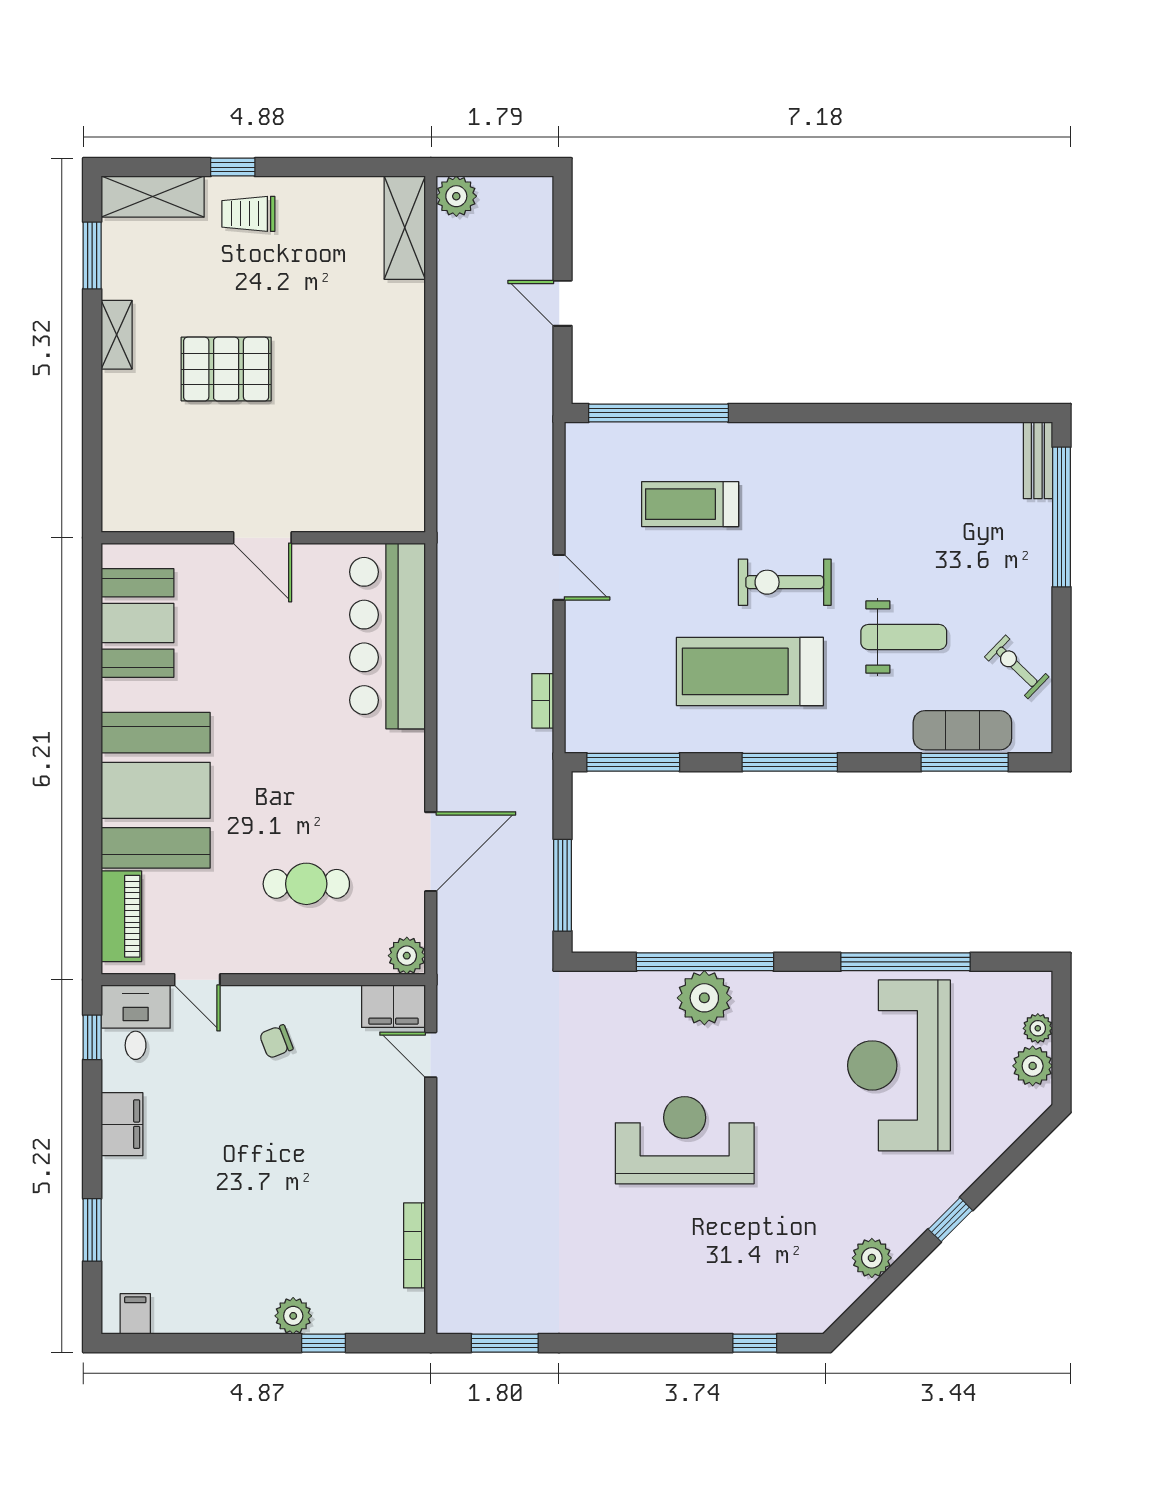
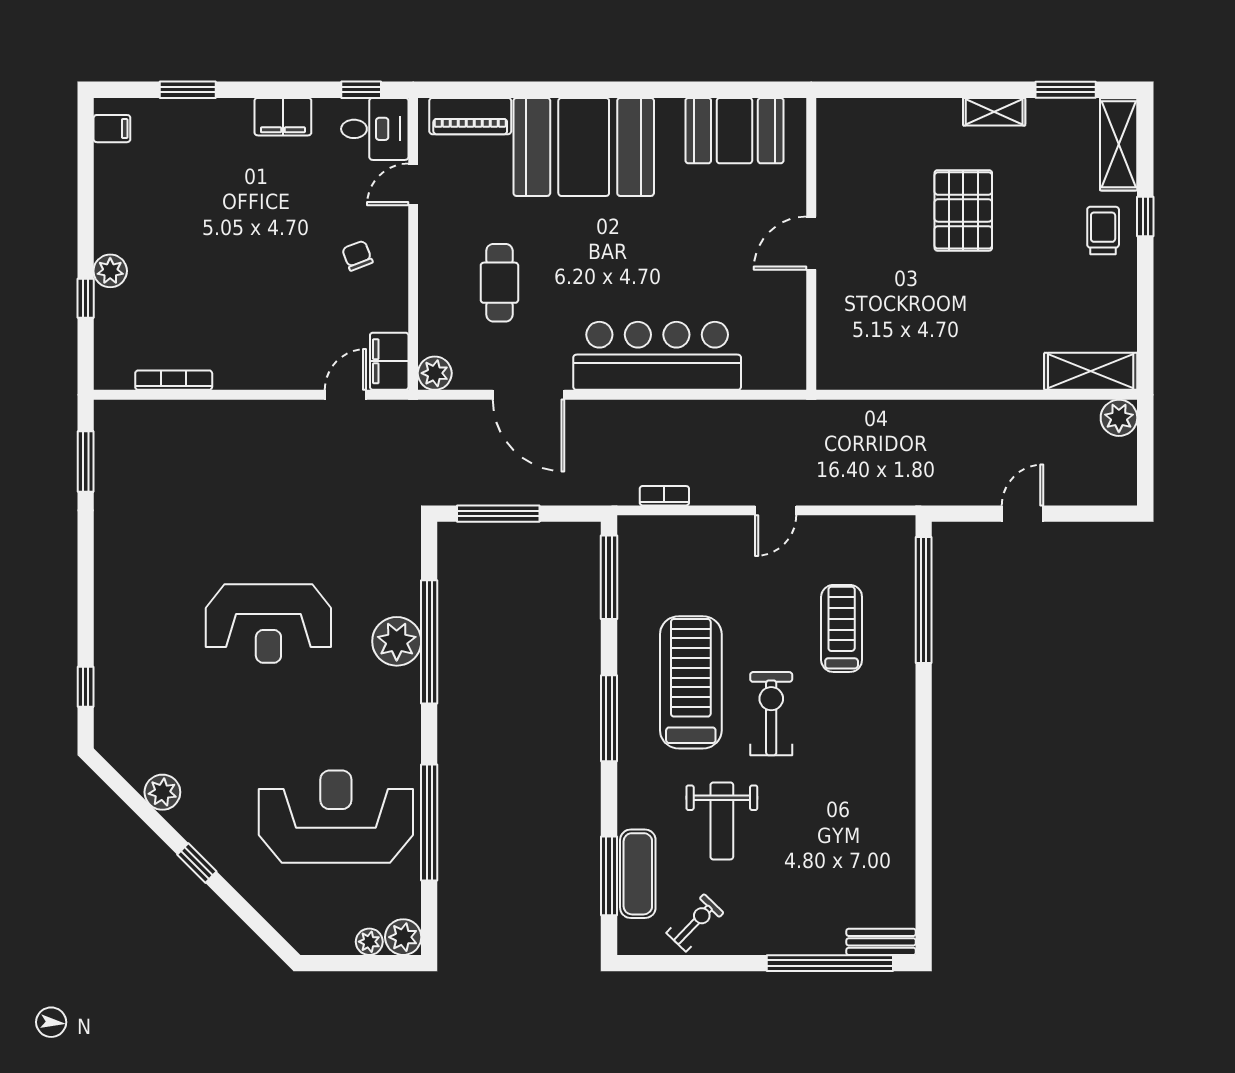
bar counter: (388, 636) -> (657, 356), moved
plant: (1033, 1066) -> (403, 937), moved
reception desk: (685, 1140) -> (268, 624), turned 90

